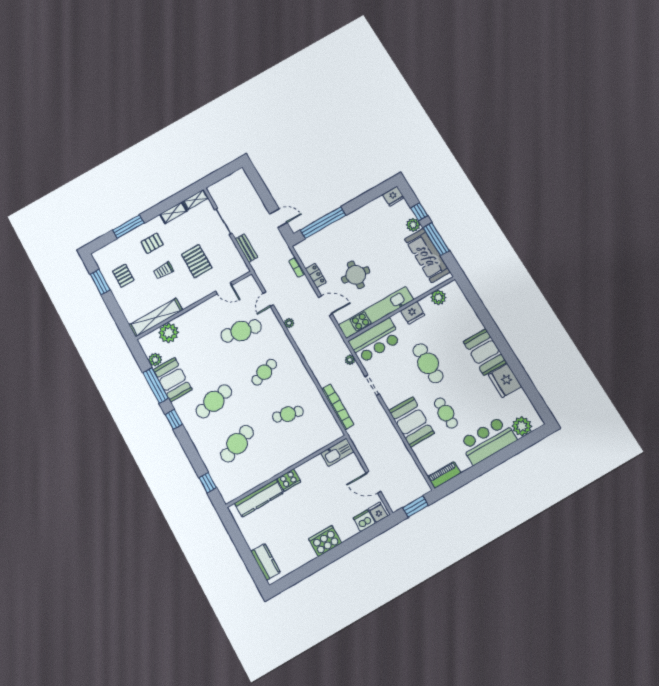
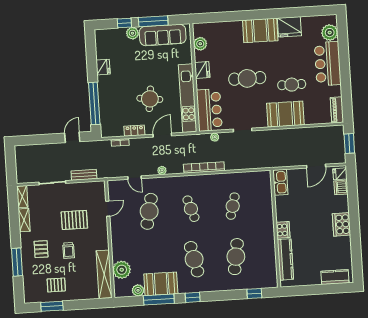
fridge: (393, 196) -> (103, 67), moved
bookcase: (338, 407) -> (204, 167), moved
cafe table: (237, 444) -> (236, 257), turned 30

